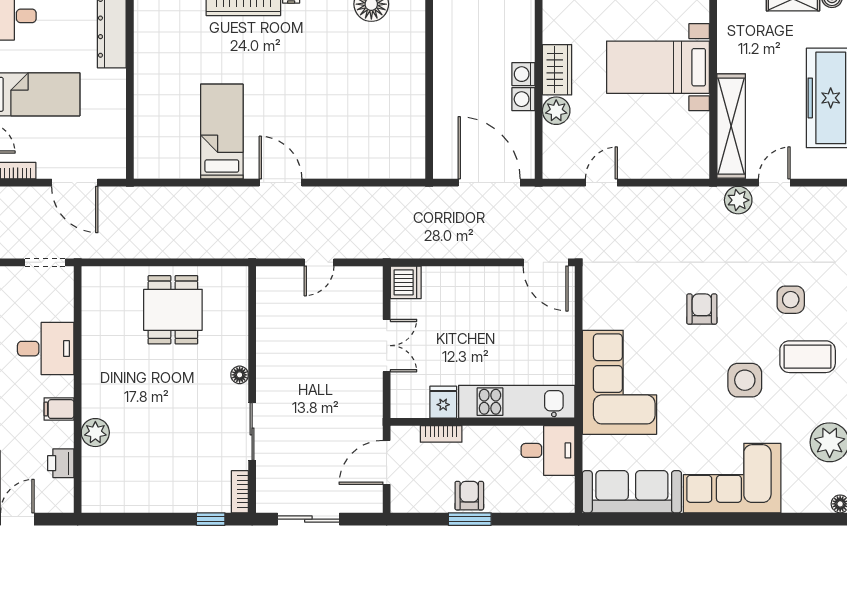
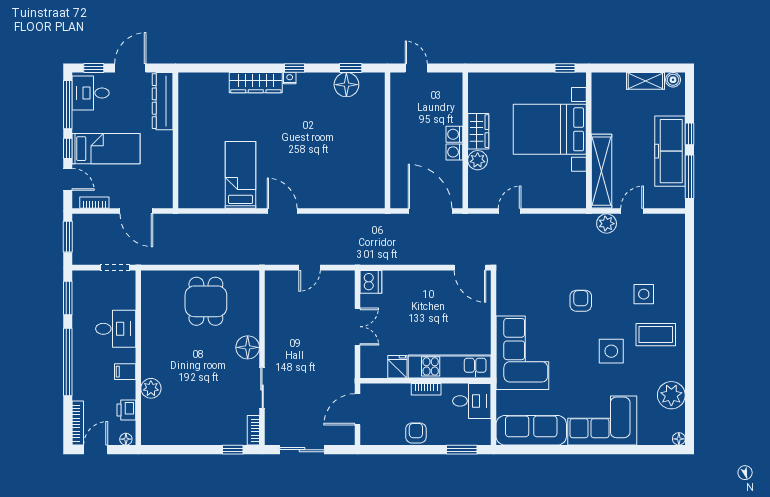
bed with nightstands: (658, 67) -> (550, 129), width x1.36
floor lamp: (240, 375) -> (248, 347), width x1.89, depth x1.89
bookcase: (441, 434) -> (426, 389), moved
floor lamp: (60, 504) -> (126, 439), added
window: (470, 519) -> (462, 450), moved

